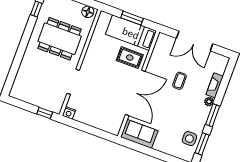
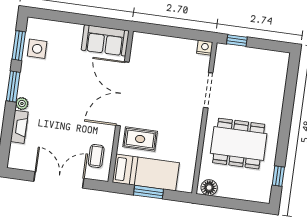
coffee table: (179, 81) -> (96, 156), moved

